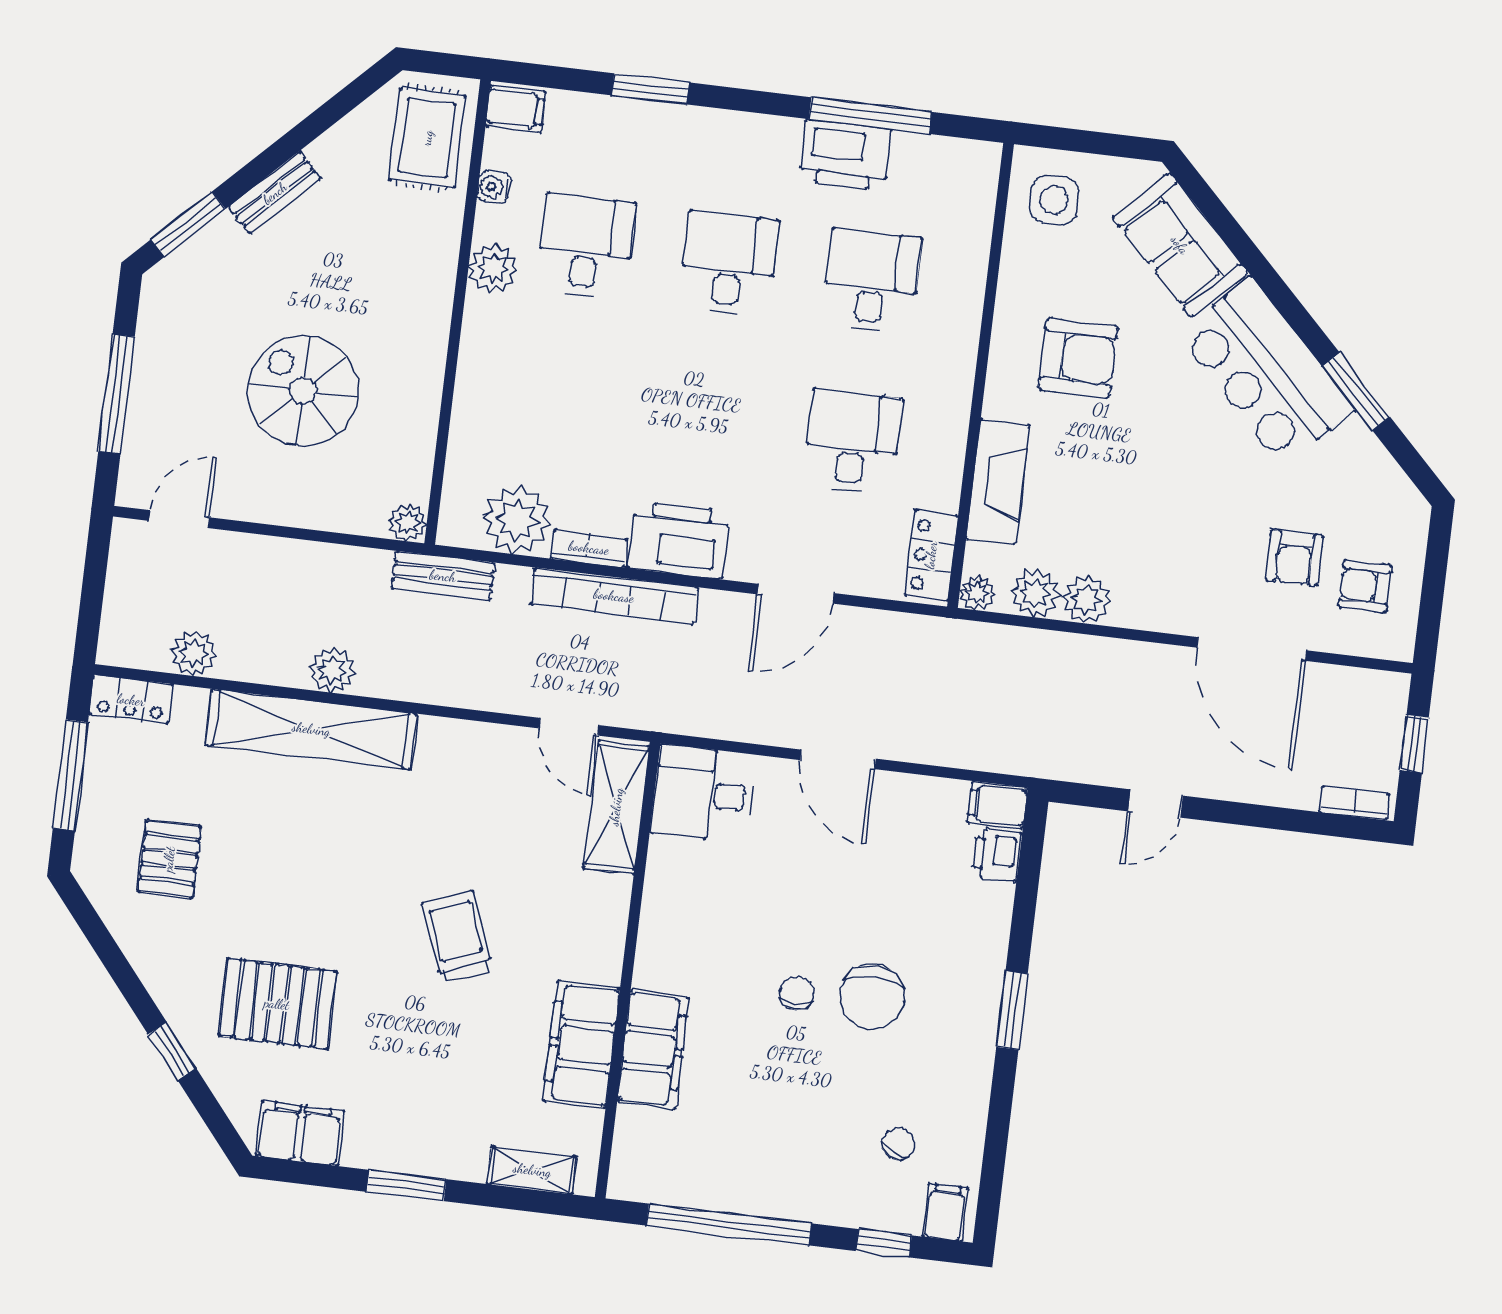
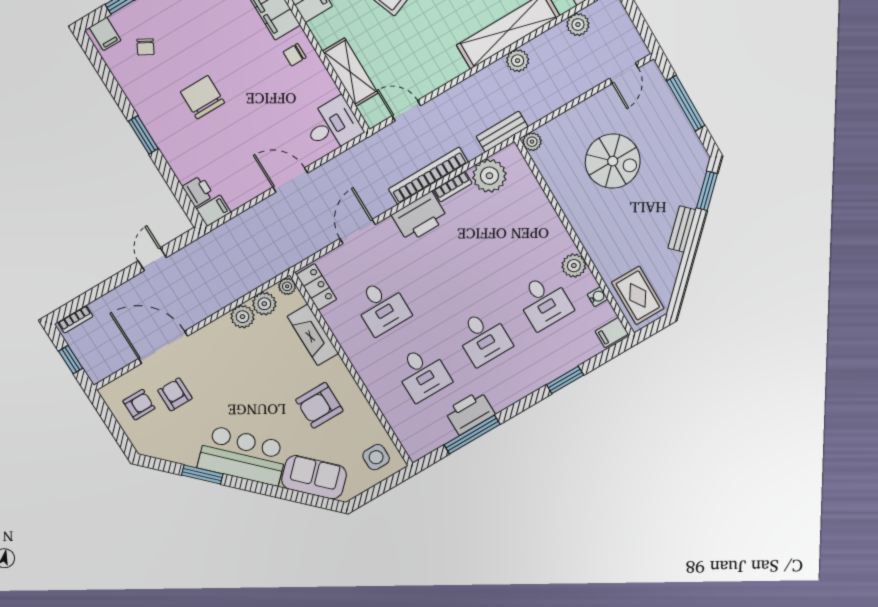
shelving: (616, 807) -> (350, 72), moved
chair: (797, 993) -> (295, 55), moved, turned 90

